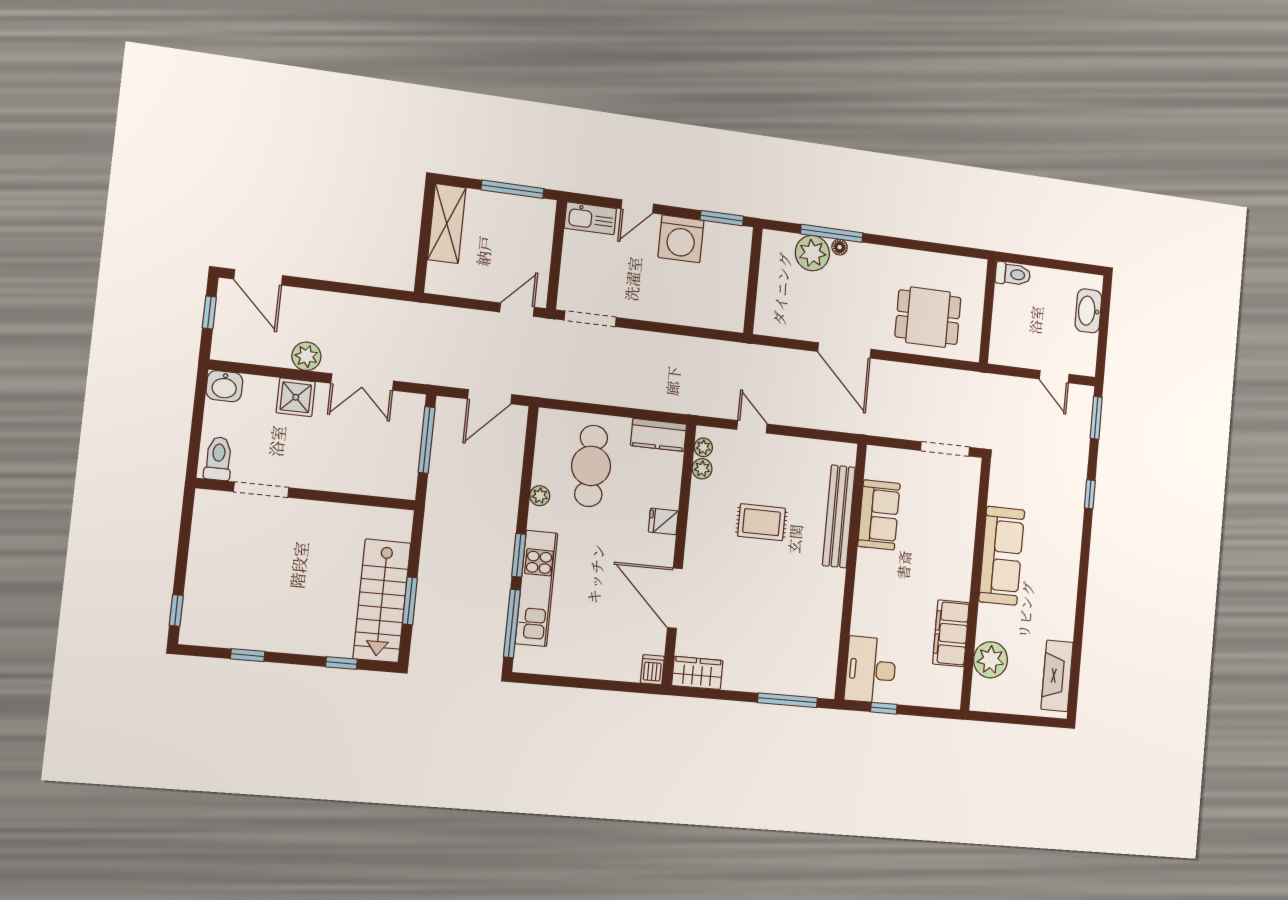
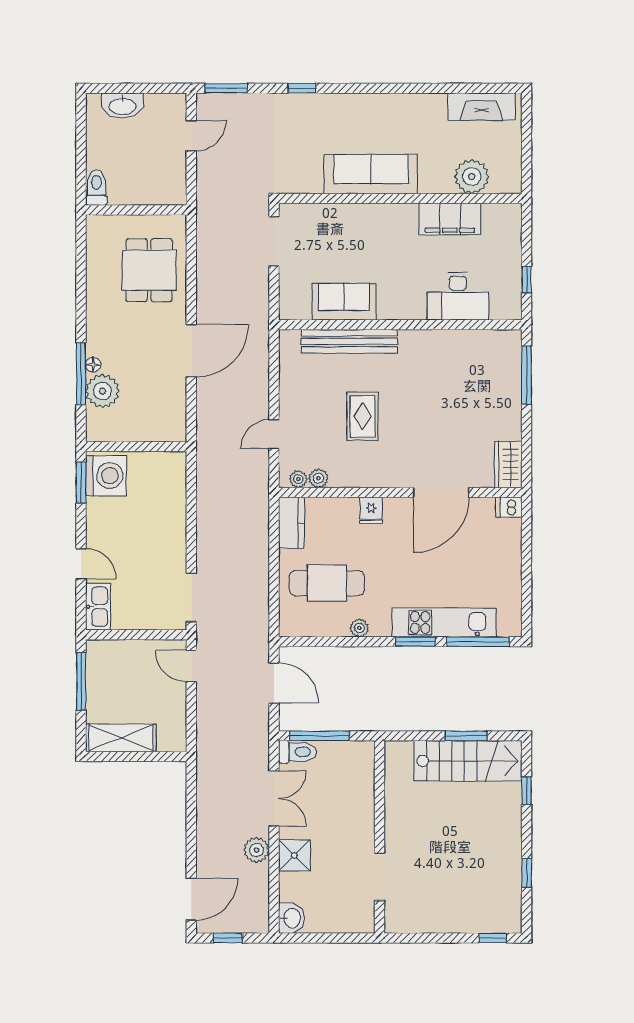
washing machine: (681, 239) -> (106, 476), moved
toilet: (218, 459) -> (297, 752), moved, turned 180
desk: (871, 670) -> (458, 296), moved

